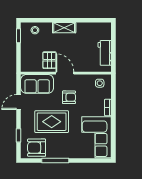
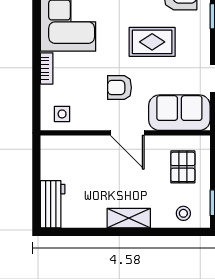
workbench: (105, 53) -> (53, 204), moved
pallet: (49, 60) -> (183, 167), moved
rug: (52, 122) -> (152, 42), width x0.73, depth x0.70

